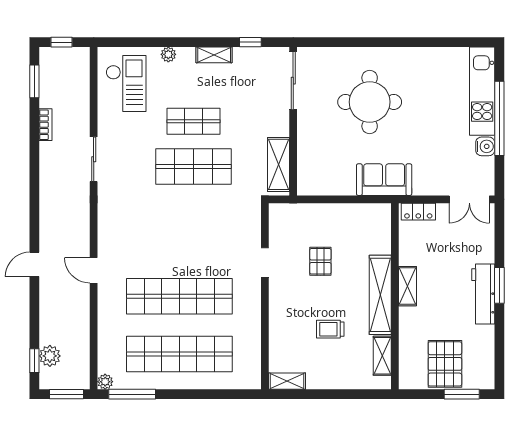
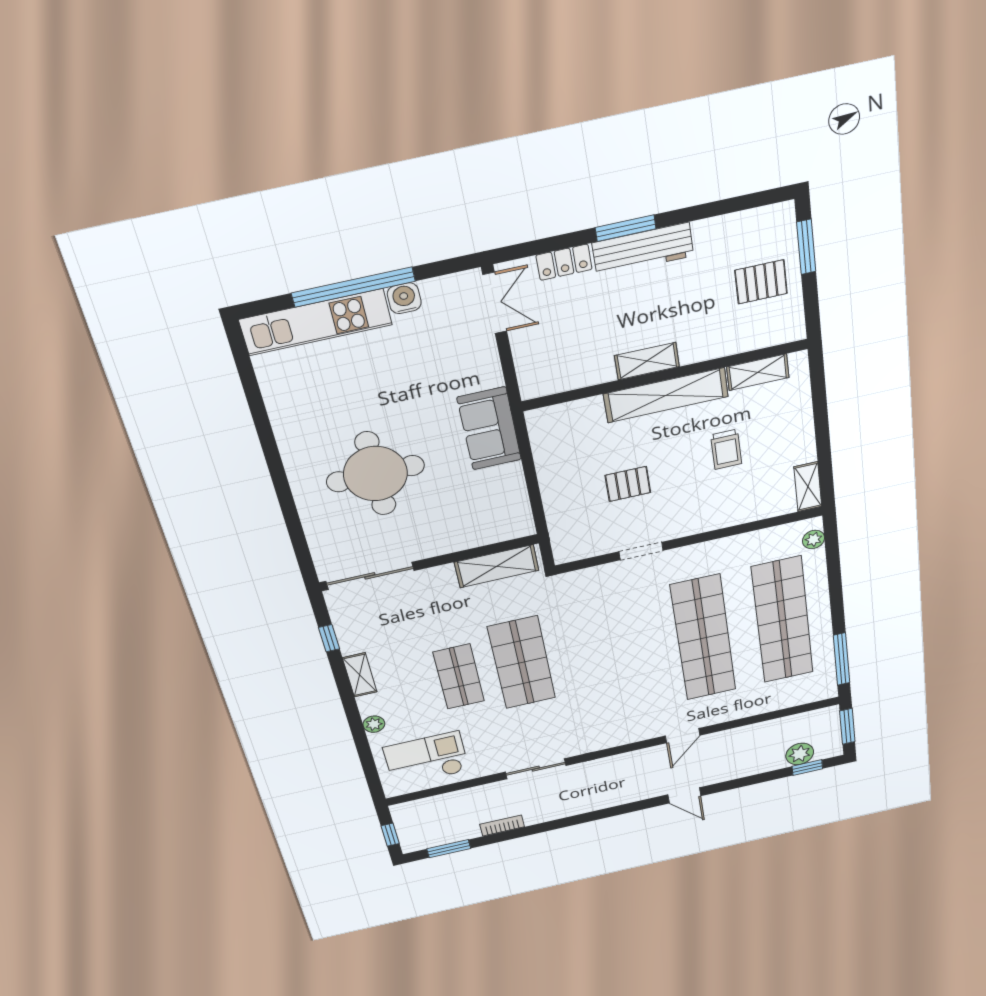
locker: (418, 212) -> (564, 262), moved, turned 90
pallet: (445, 364) -> (761, 282), width x0.67, depth x0.71
plant: (105, 382) -> (814, 539), moved

